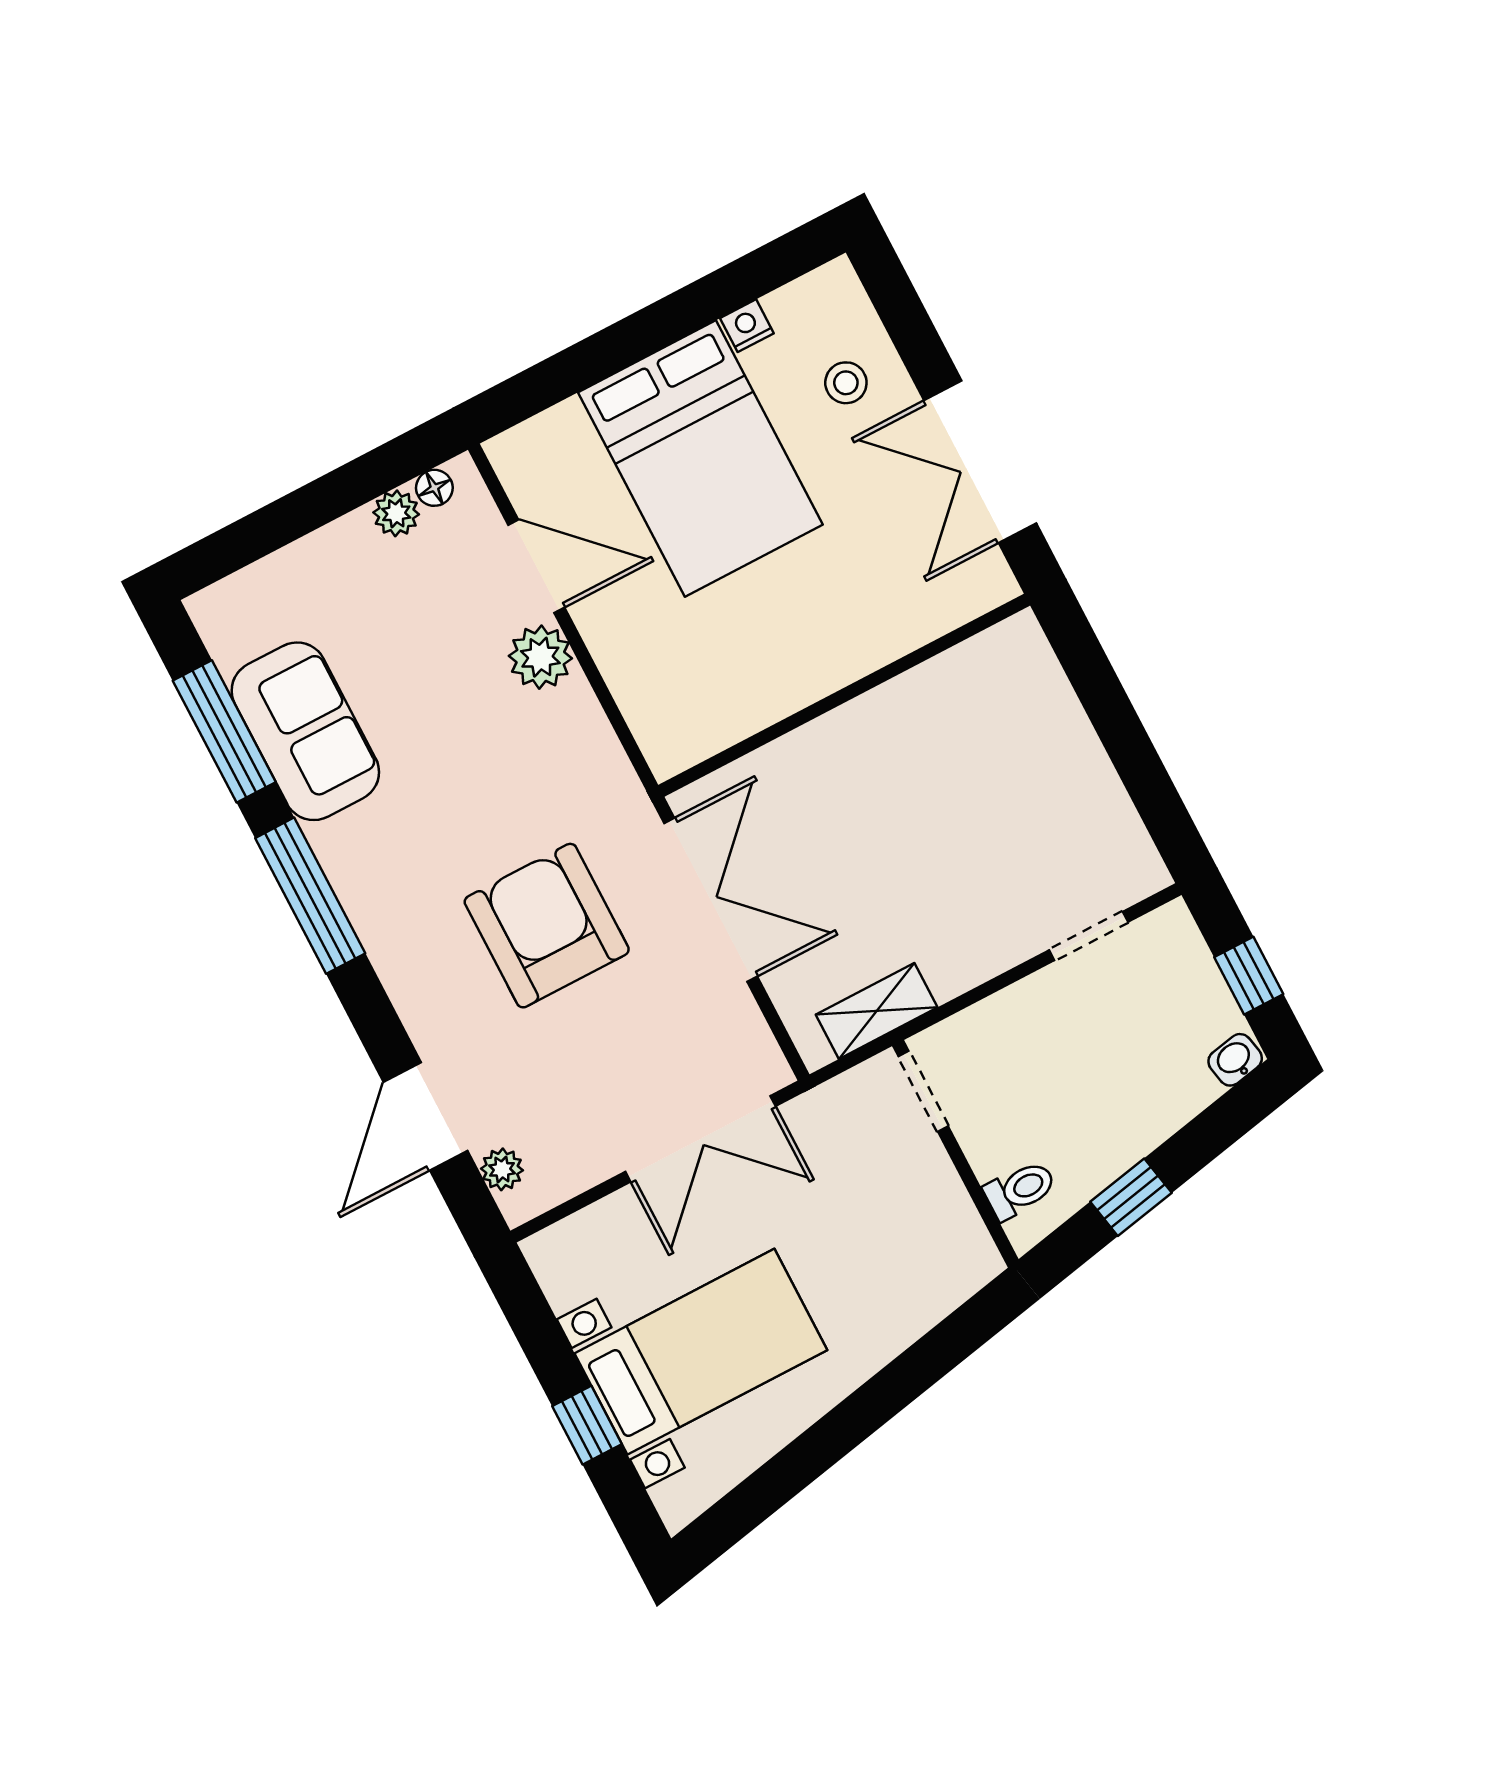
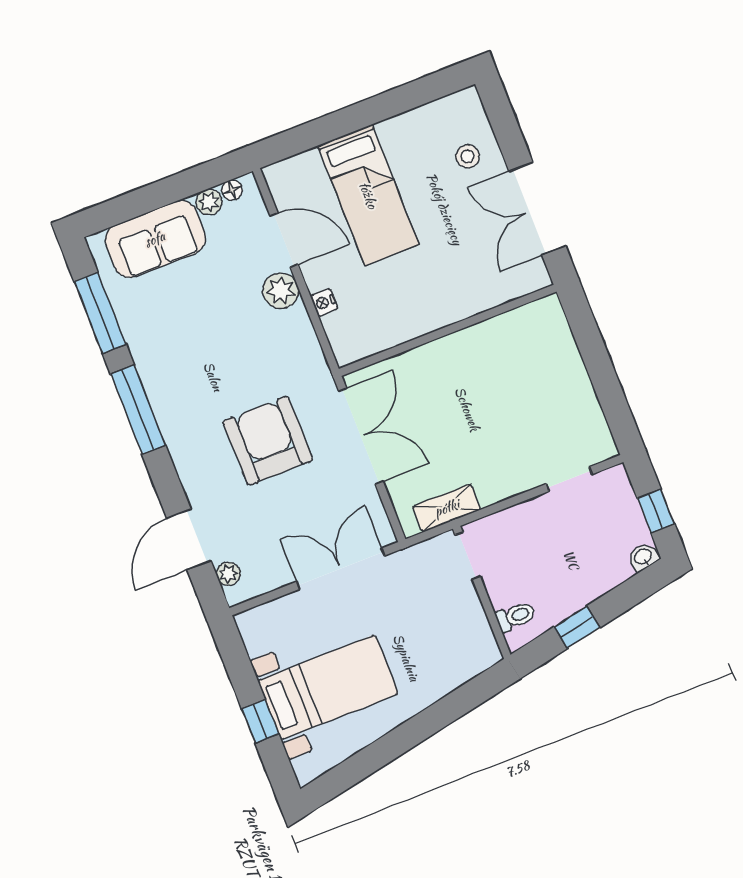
nightstand: (747, 326) -> (324, 302), moved, turned -90
bed: (700, 458) -> (368, 195), width x0.67
sofa: (305, 731) -> (155, 239), moved, turned 90
double door: (700, 1139) -> (341, 569), swing flipped

